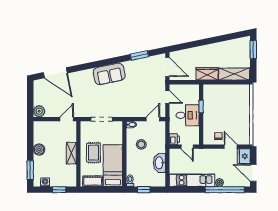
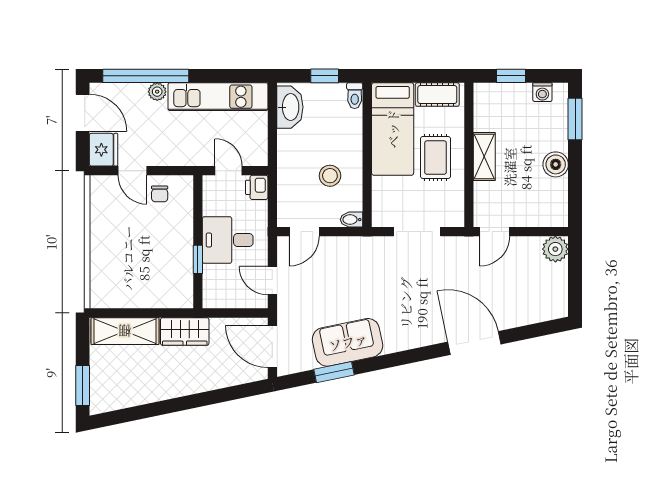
door: (55, 73) -> (474, 343), moved
sofa: (109, 74) -> (348, 342), moved
washbasin: (159, 163) -> (290, 107), moved

